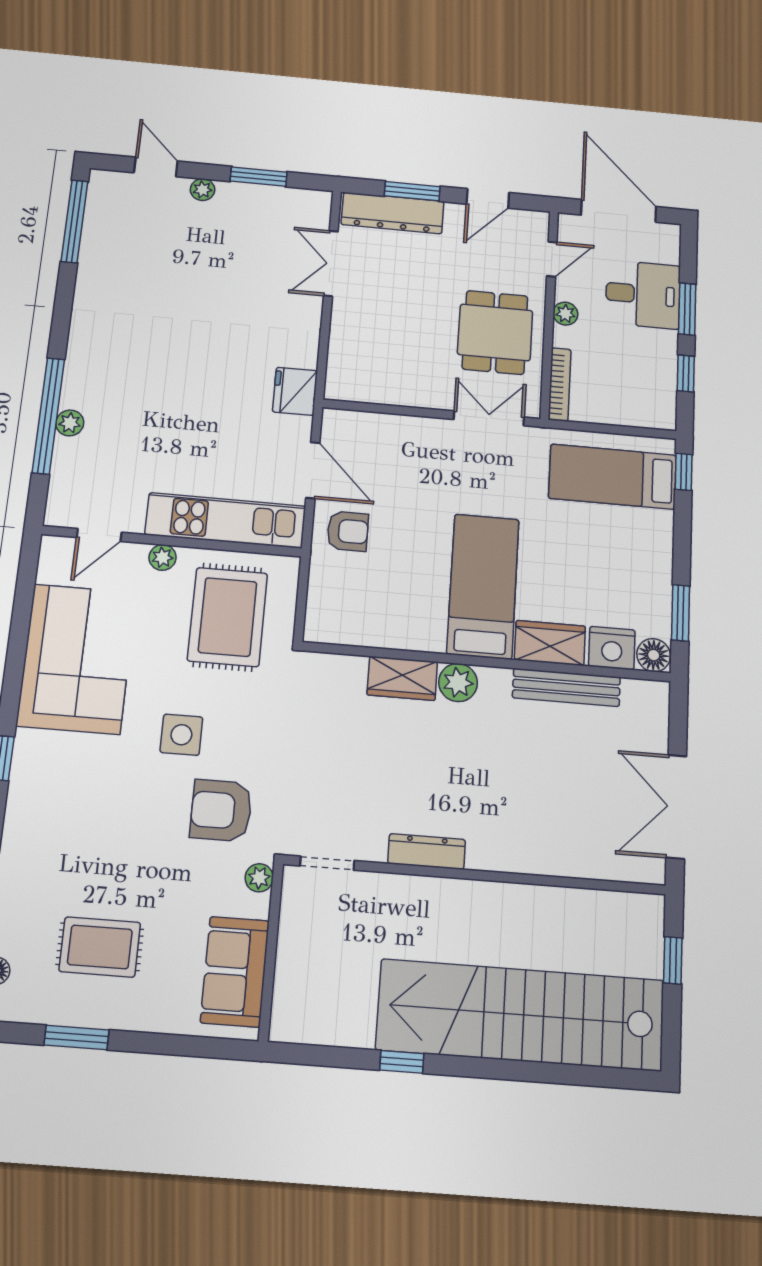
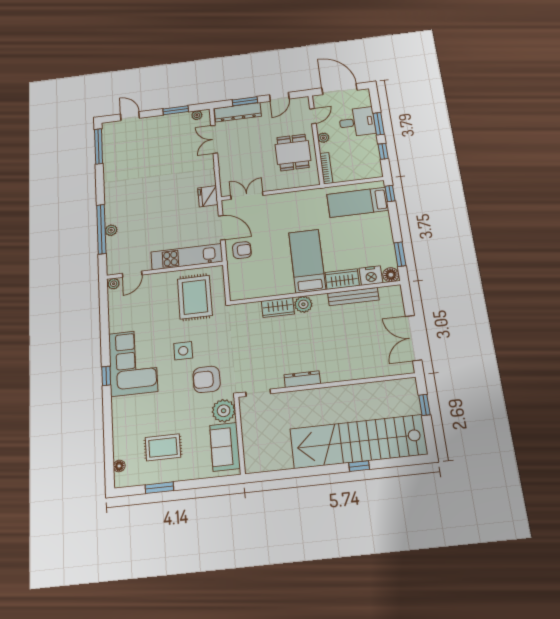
plant: (203, 190) -> (197, 115), moved
double door: (489, 418) -> (247, 195), moved
plant: (163, 557) -> (114, 284), moved
corner sofa: (77, 659) -> (133, 362), moved
plant: (259, 878) -> (224, 411), width x1.87, depth x1.87
window: (402, 1062) -> (359, 466), moved

